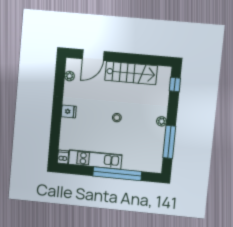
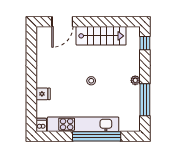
plant: (69, 76) -> (41, 44), removed
fridge: (69, 111) -> (43, 94), moved
kitchen unit: (95, 159) -> (83, 124), width x1.36

